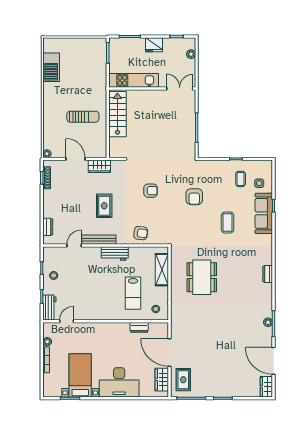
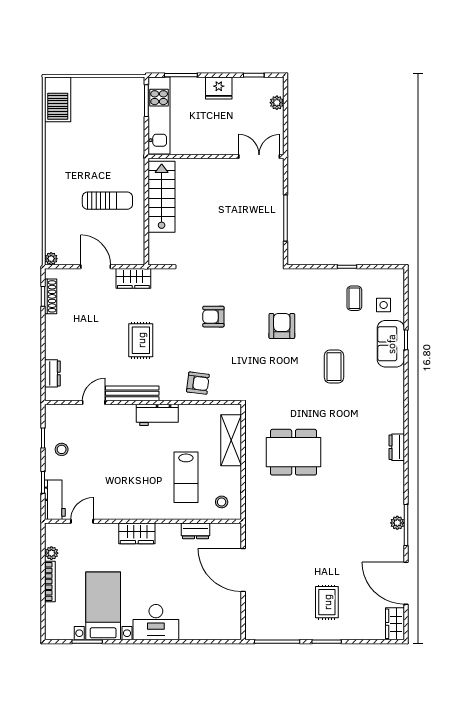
barbecue: (51, 67) -> (58, 99), moved
kitchen unit: (134, 80) -> (159, 115), moved, turned 90
armchair: (151, 191) -> (213, 317), turned 180
armchair: (194, 197) -> (282, 326), turned 180
sofa: (264, 213) -> (391, 344), width x0.73
dining table: (202, 277) -> (294, 452), turned 90
wardrobe: (162, 380) -> (137, 533), moved, turned -90
rug: (183, 380) -> (327, 602), moved
desk: (119, 382) -> (156, 622), width x0.73, depth x0.77

